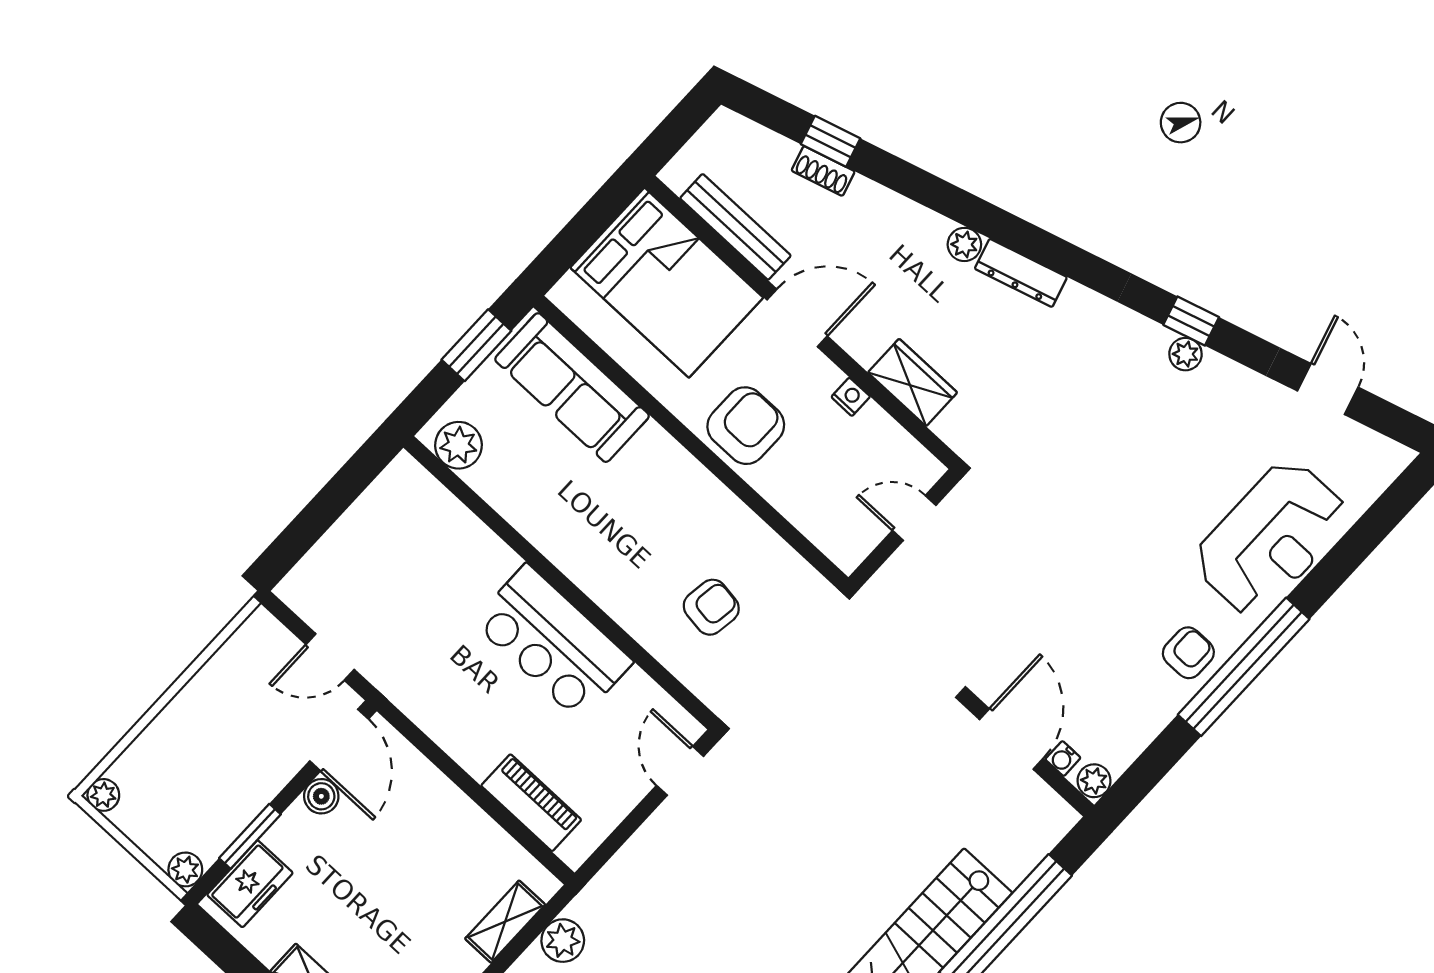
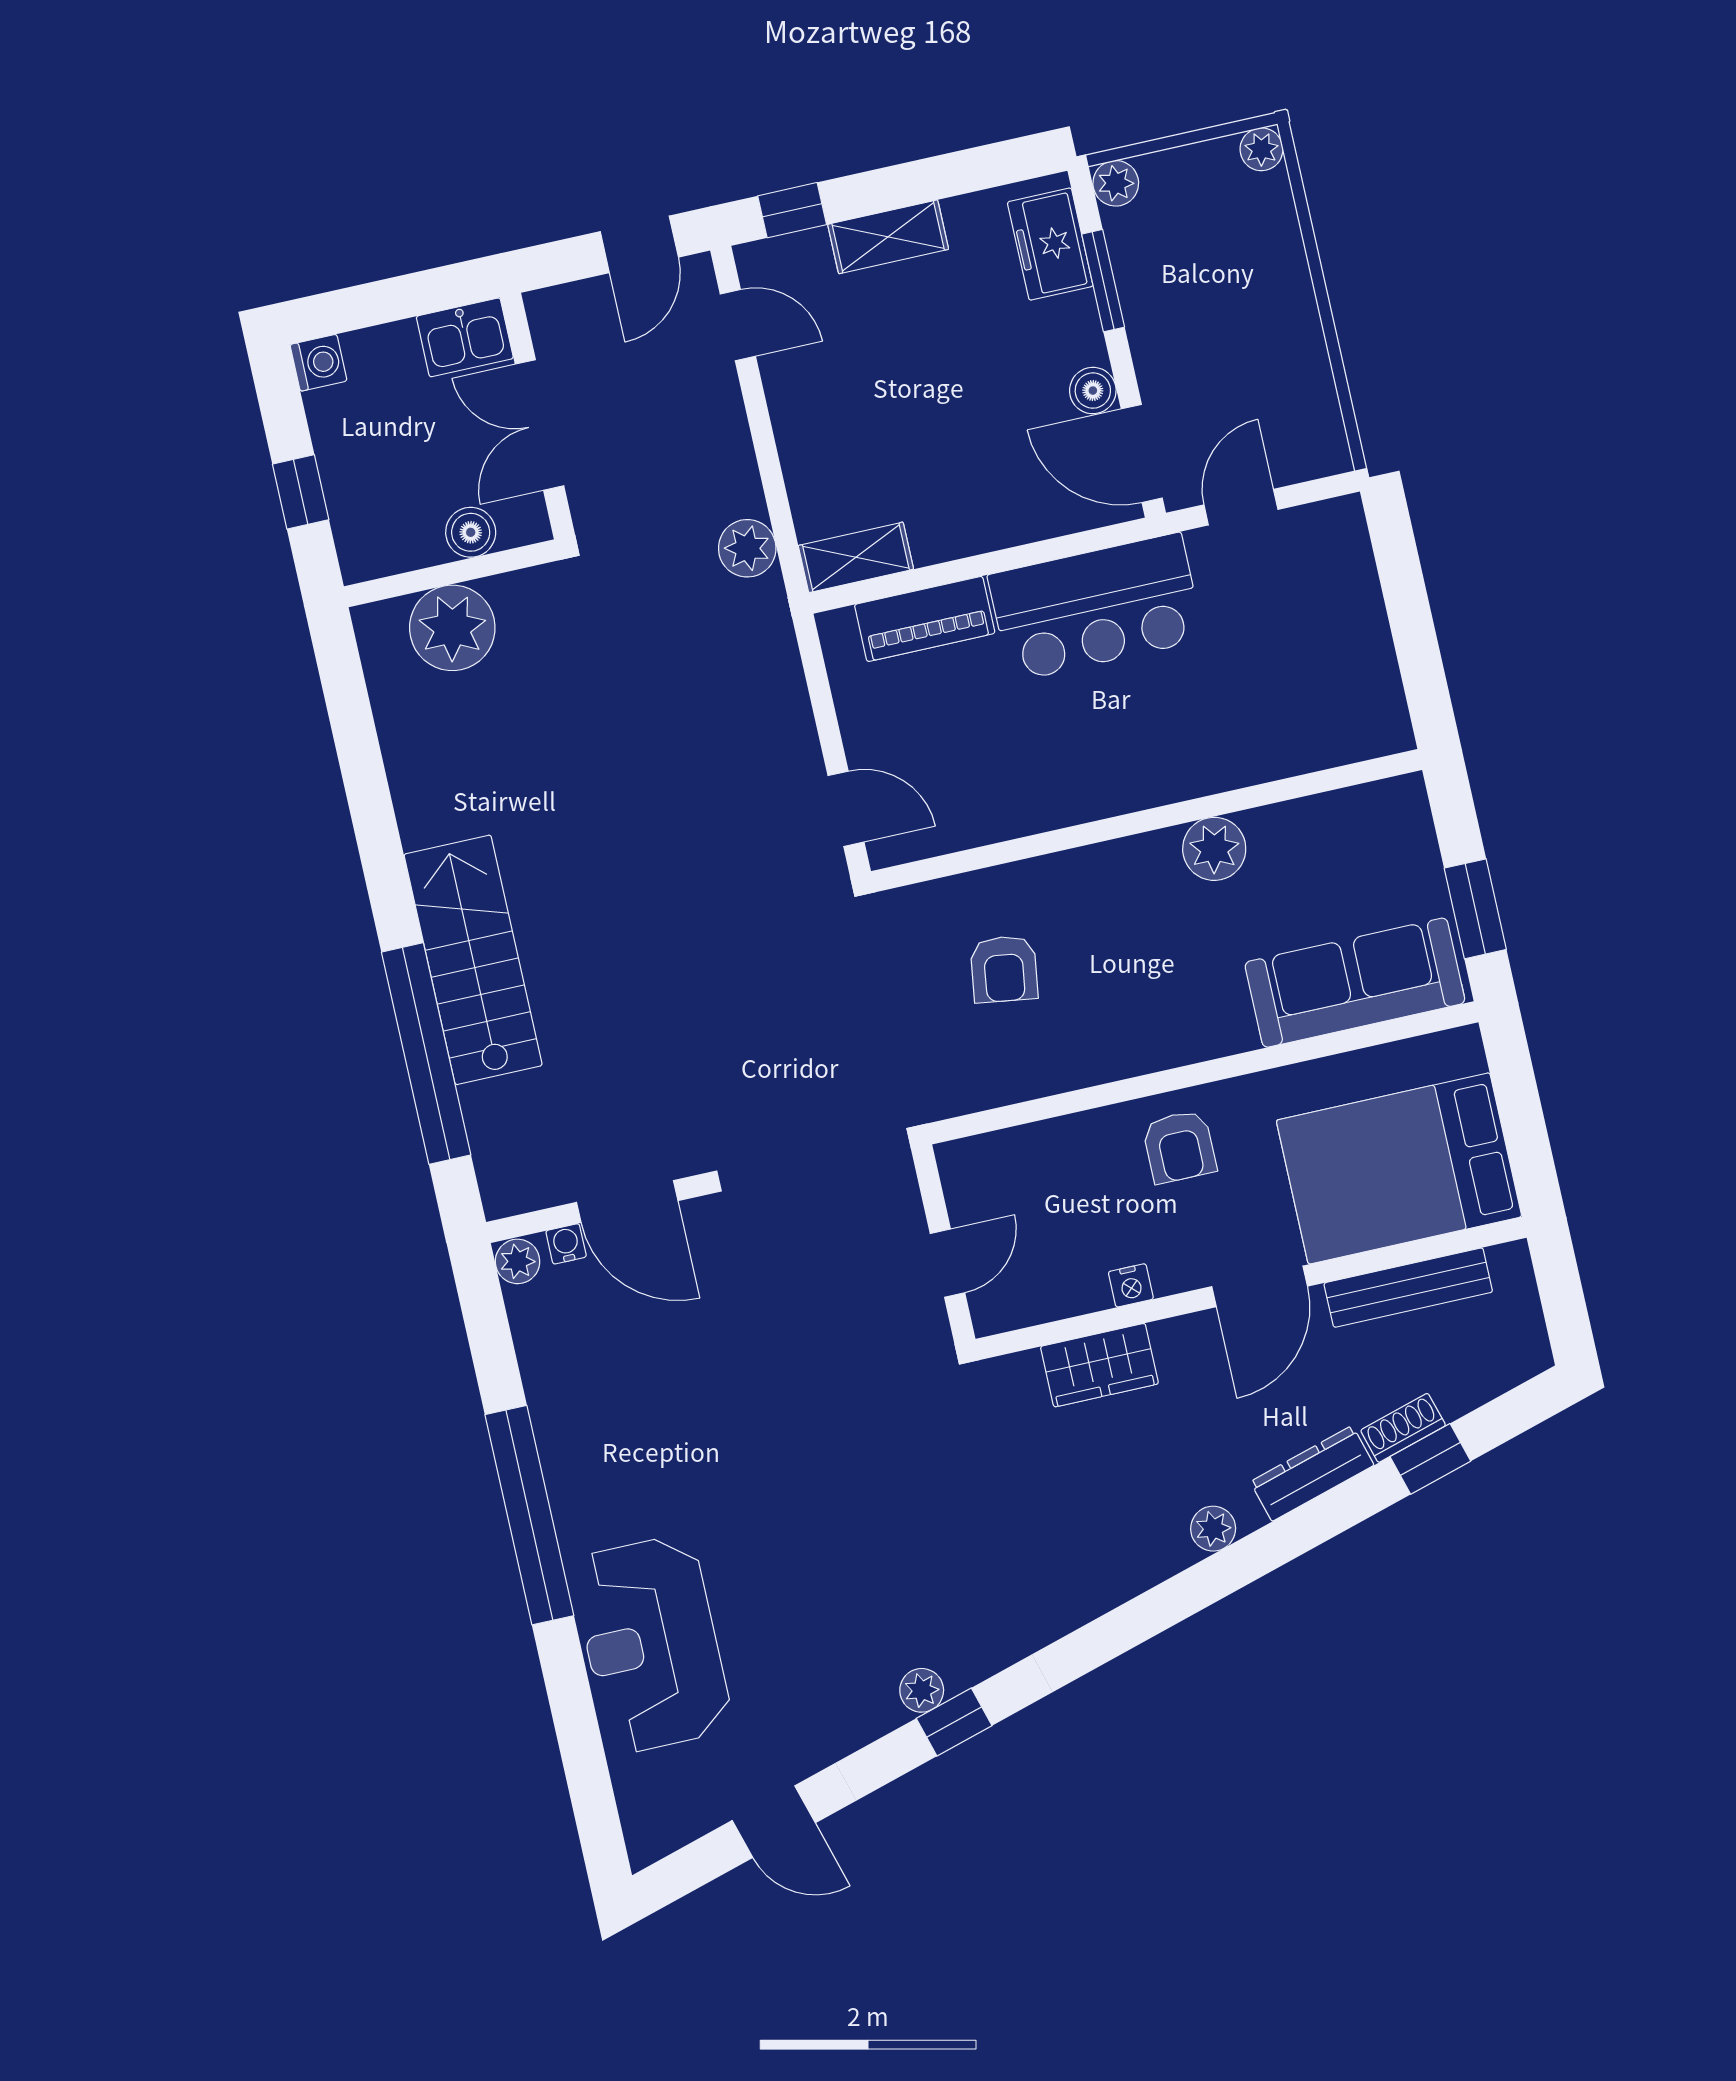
dresser: (1021, 273) -> (1312, 1473), moved
armchair: (746, 426) -> (1179, 1147), width x0.72, depth x0.72
plant: (458, 445) -> (1214, 849), moved
bar counter: (553, 642) -> (1096, 607), moved, turned 180
armchair: (1188, 653) -> (587, 1464), removed
shelving: (505, 922) -> (856, 557), moved, turned 90

